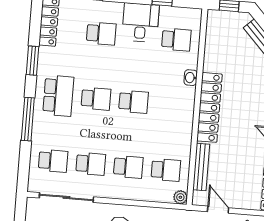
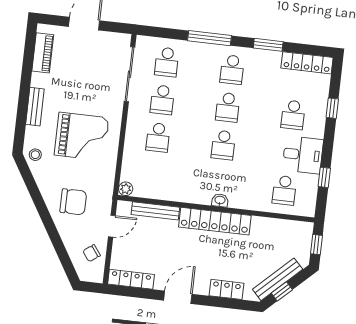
washbasin: (191, 78) -> (220, 200), moved
school desk: (58, 96) -> (232, 70), width x0.54
school desk: (166, 170) -> (154, 175), removed

